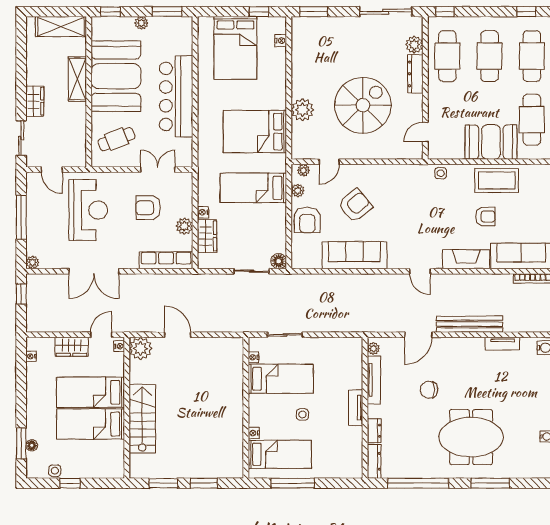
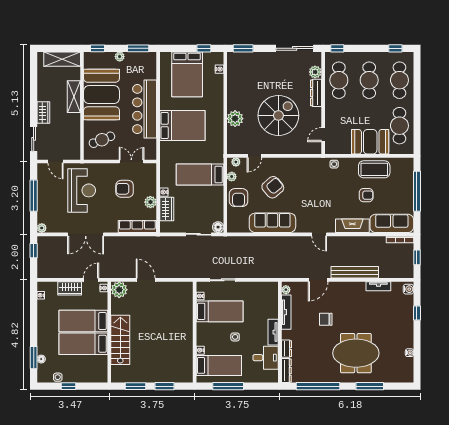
bed: (255, 132) -> (182, 125), moved, turned 180
desk: (345, 443) -> (266, 358), added

